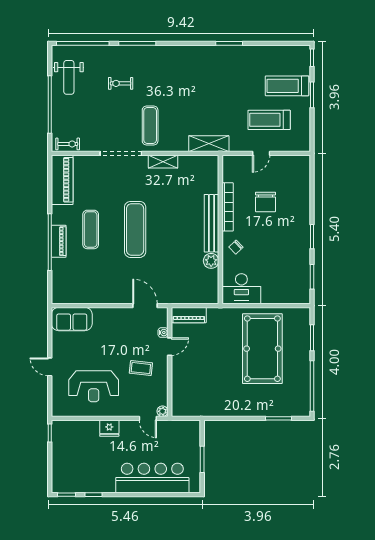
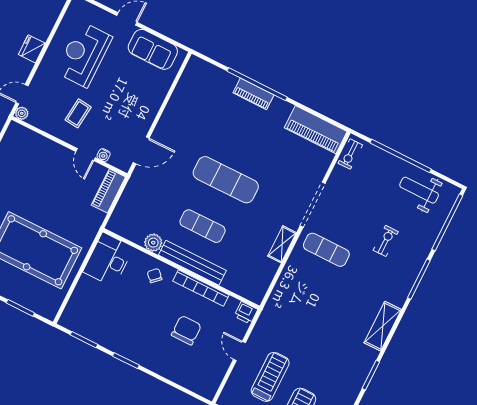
shelving: (209, 144) -> (383, 326), moved
printer: (229, 163) -> (246, 313), added
chair: (266, 202) -> (186, 330), turned 90
exercise mat: (91, 229) -> (203, 226), moved
sofa: (72, 319) -> (153, 49), moved, turned -90

